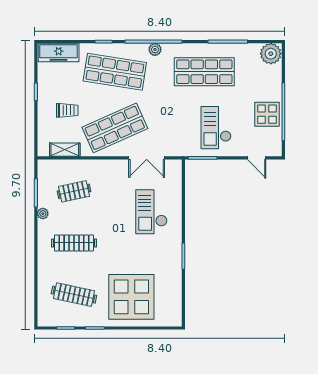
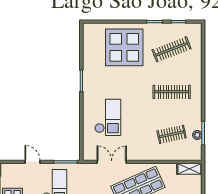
shelving: (65, 150) -> (189, 169), moved
door: (257, 158) -> (32, 162), moved
plant: (43, 214) -> (197, 135), moved
clothes rail: (74, 295) -> (172, 49), turned -33

